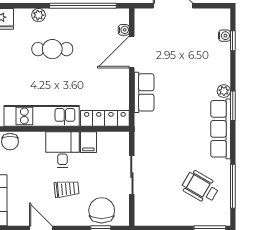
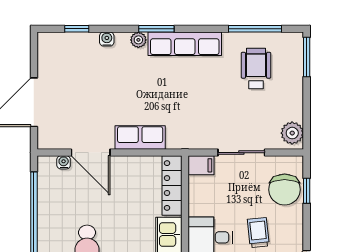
water cooler: (224, 36) -> (107, 39), moved
filing cabinet: (88, 142) -> (201, 165), moved
wheelchair: (200, 187) -> (256, 68), turned 150
chair: (102, 210) -> (285, 190), turned -90
plant: (148, 217) -> (292, 133), added

